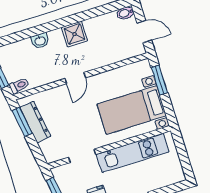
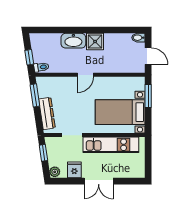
washbasin: (40, 41) -> (73, 41), width x1.91, depth x1.45
dresser: (35, 122) -> (47, 113), moved

